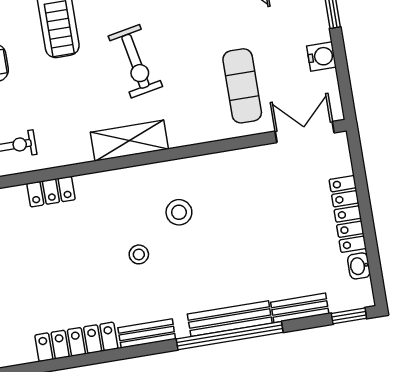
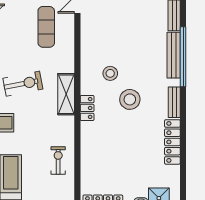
exercise mat: (242, 86) -> (46, 27), turned 90
locker: (51, 192) -> (87, 108), moved
stool: (139, 254) -> (130, 99), width x1.89, depth x1.89

